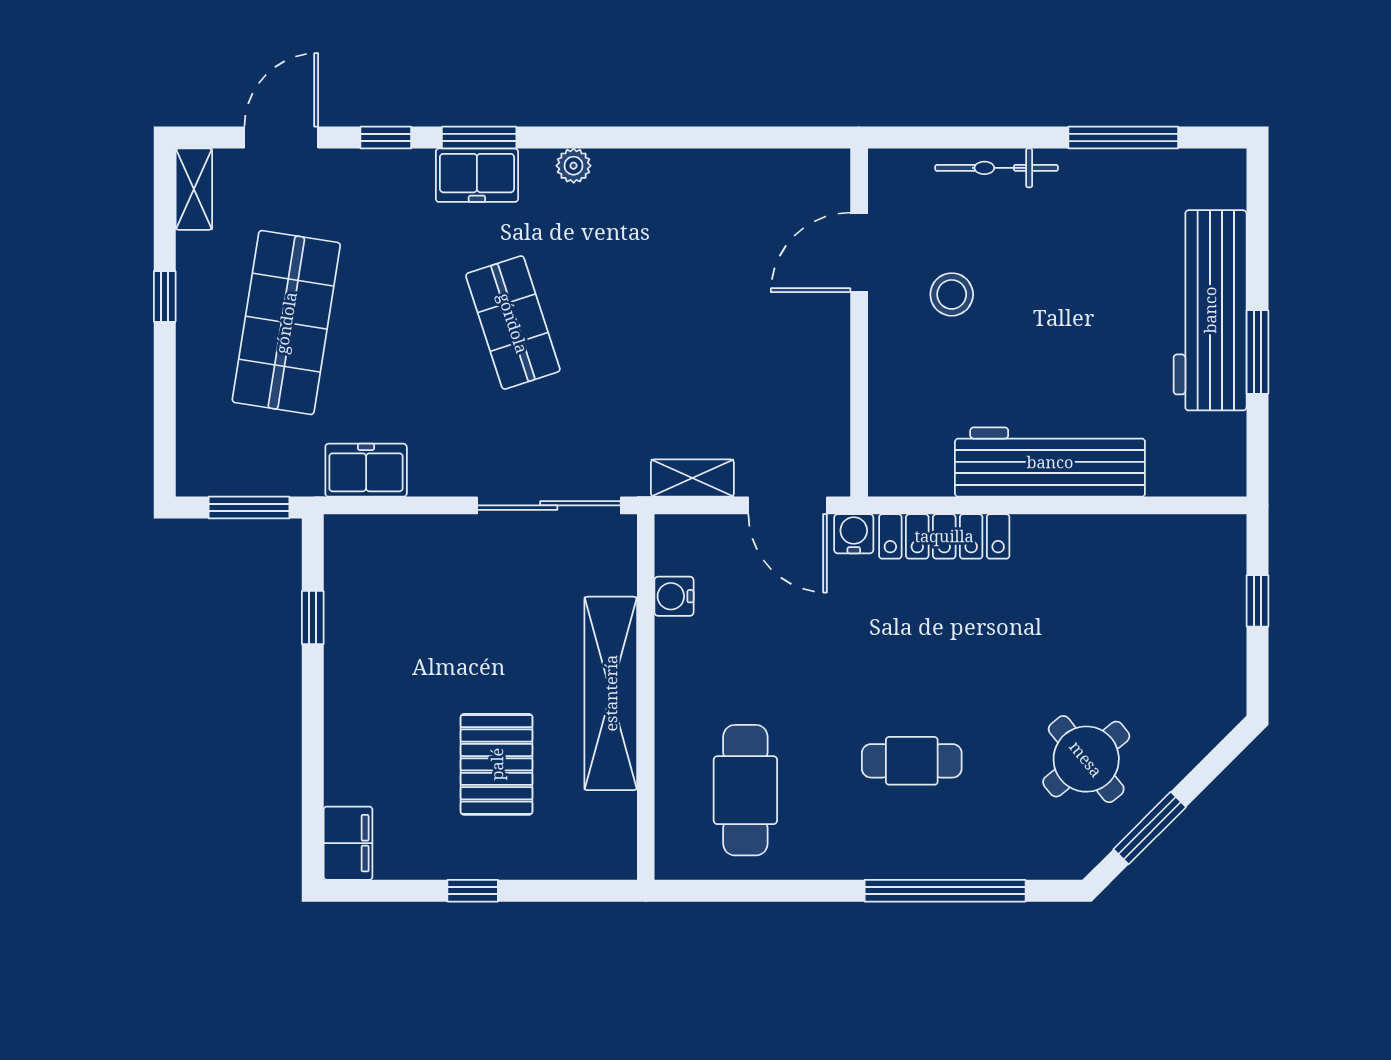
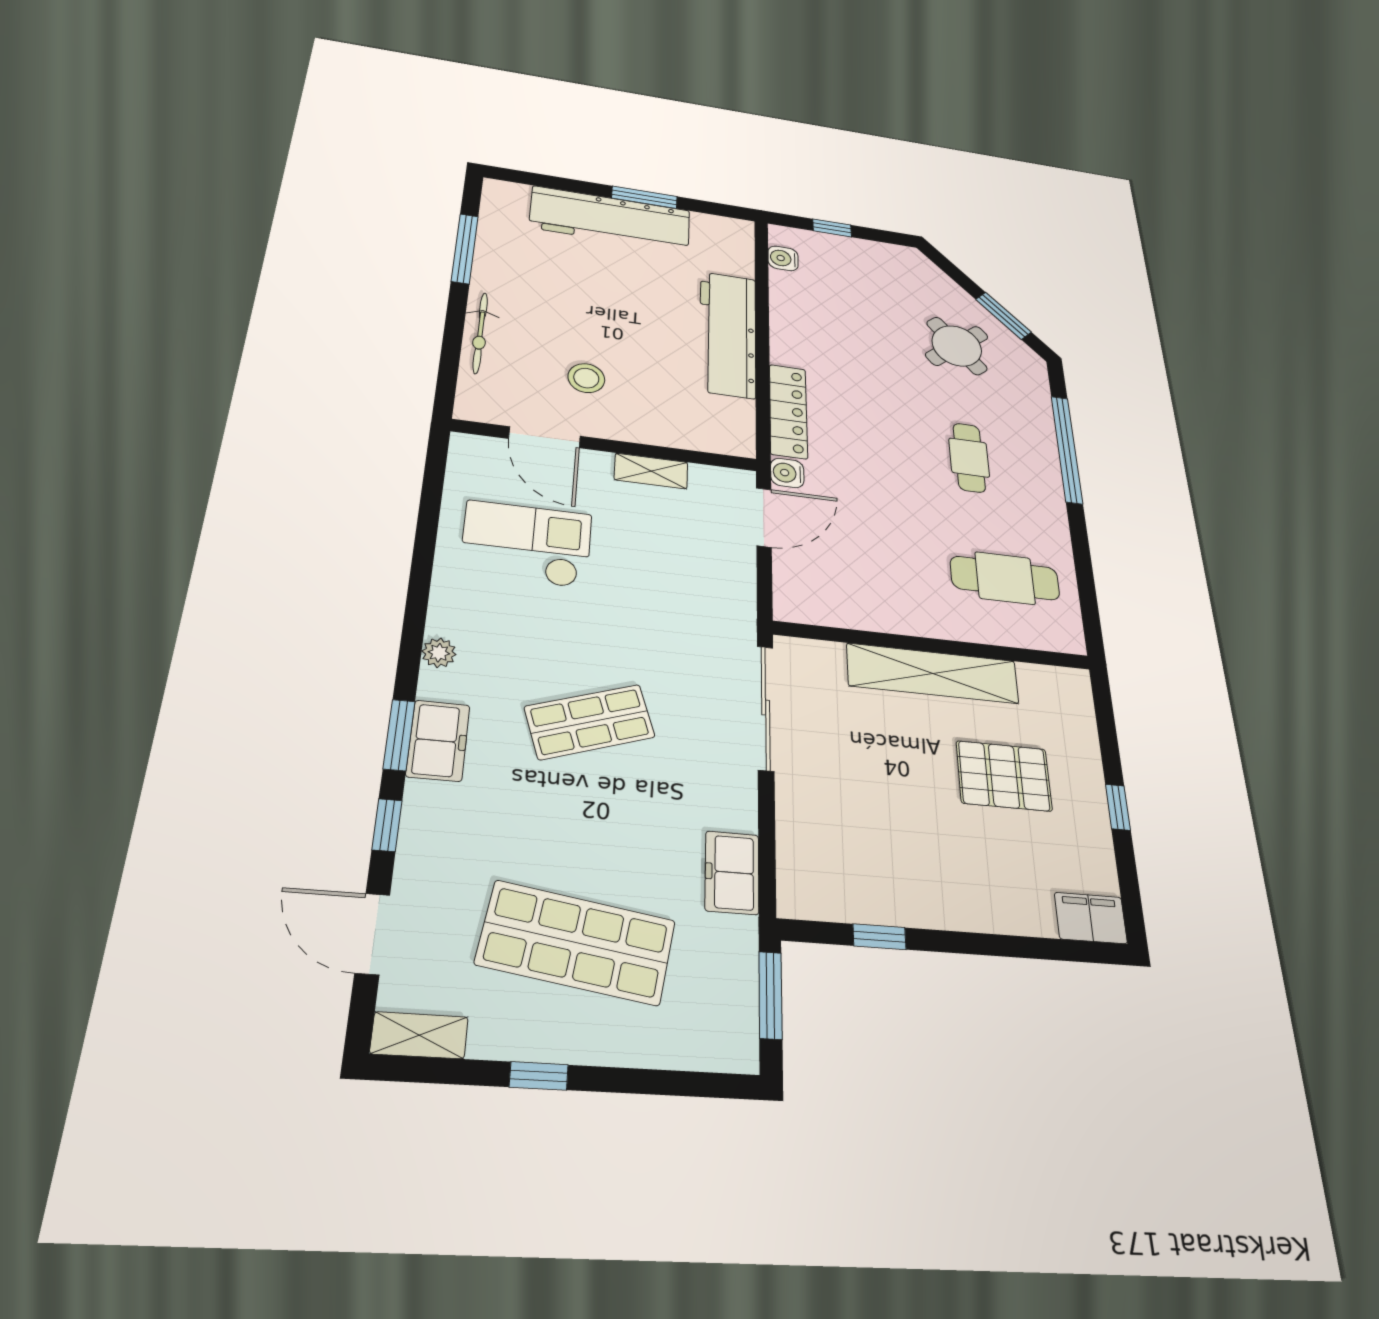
checkout: (715, 243) -> (526, 544), added
shelving: (692, 478) -> (651, 471), moved, turned 90
water cooler: (674, 596) -> (783, 258), moved, turned 90

